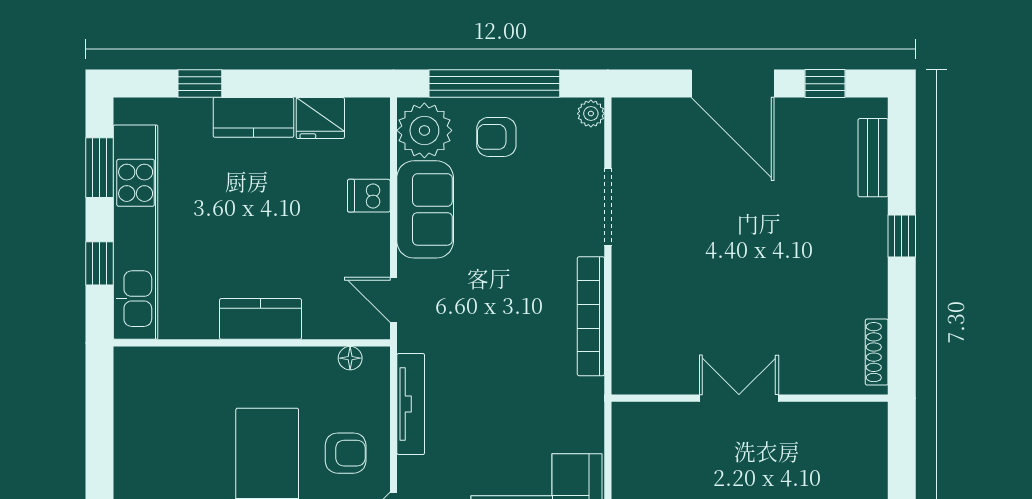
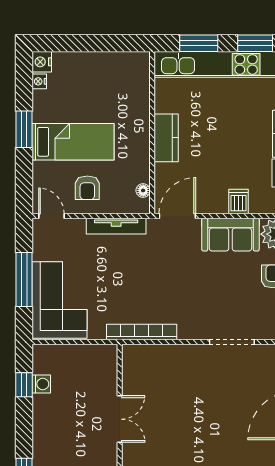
window: (100, 263) -> (199, 43), width x1.50
door: (393, 300) -> (177, 216), width x1.38
bookcase: (591, 316) -> (142, 332), moved

